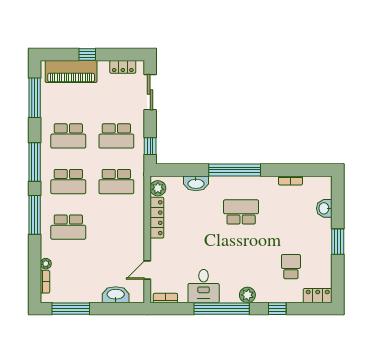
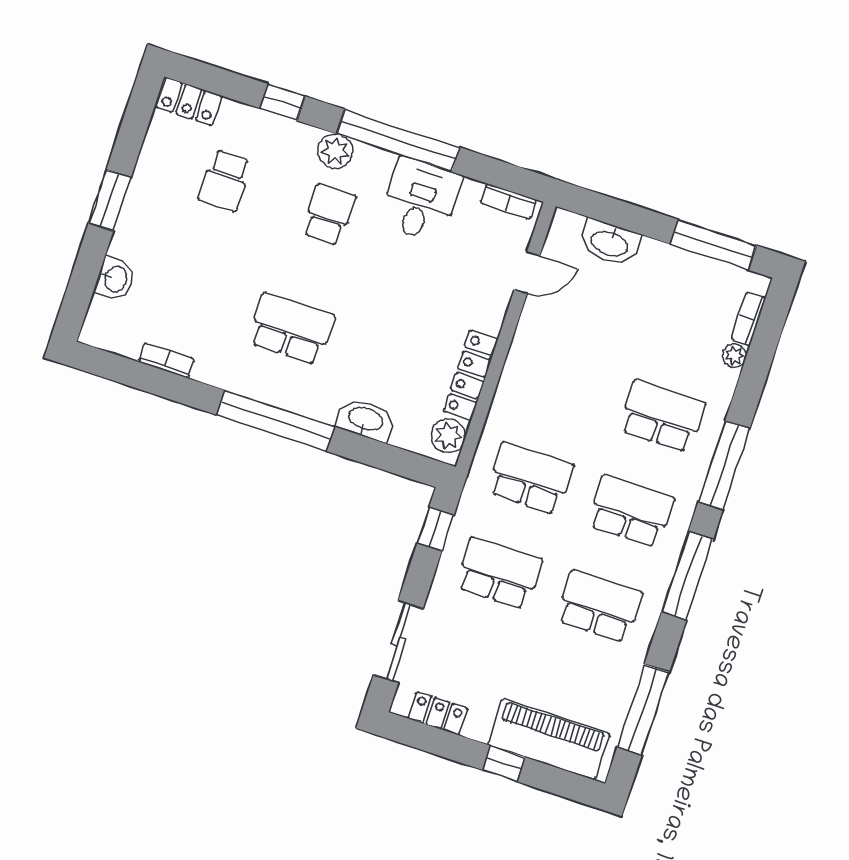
school desk: (241, 212) -> (291, 329), turned 180
school desk: (241, 267) -> (329, 215), added

